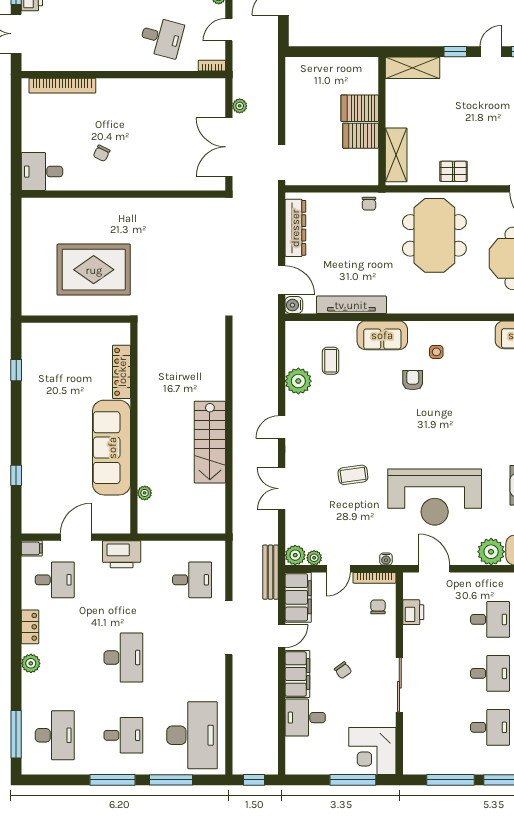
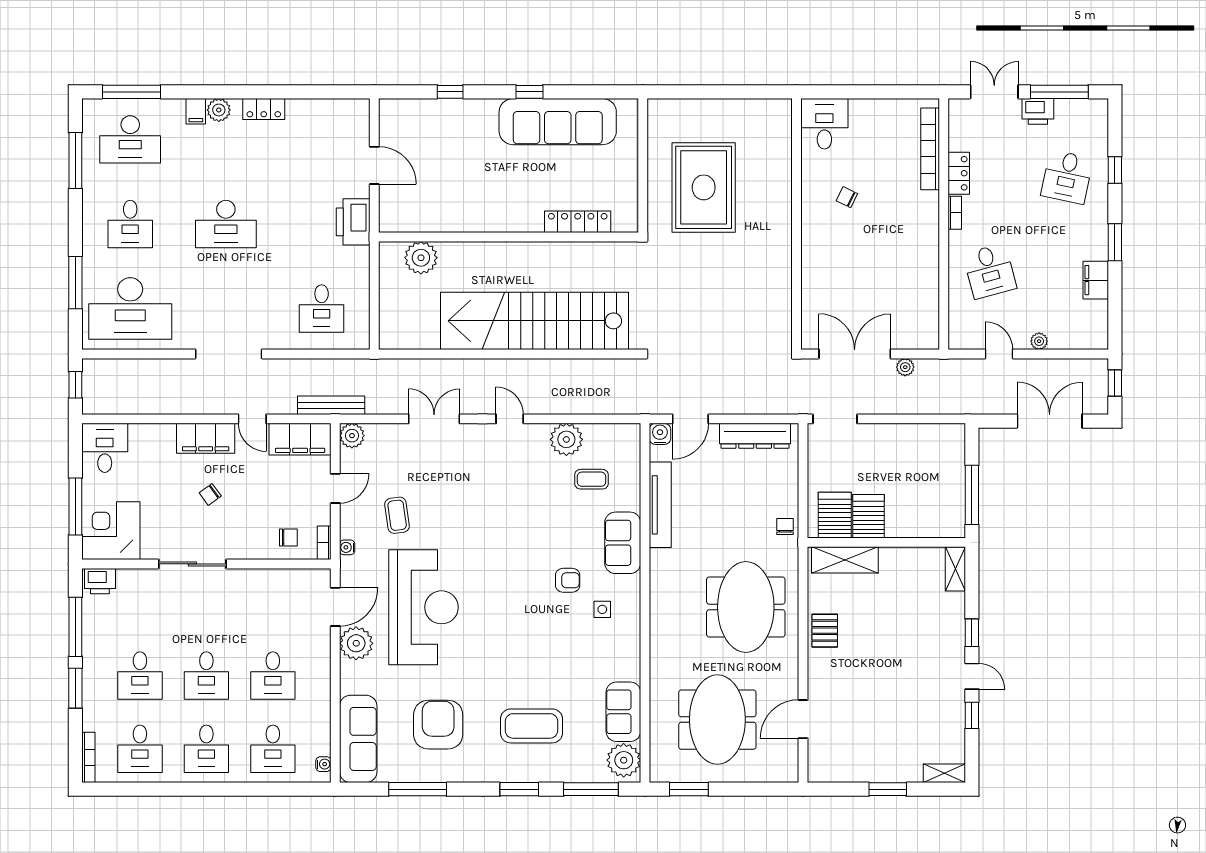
desk: (162, 37) -> (990, 271), turned -30
window: (343, 52) -> (972, 495), added
locker: (82, 62) -> (959, 173), added
bookcase: (212, 66) -> (955, 213), moved
shelving: (413, 68) -> (955, 569), width x0.67, depth x0.75
server rack: (360, 108) -> (835, 515), moved
chair: (369, 204) -> (785, 526), turned 90
meeting table: (434, 235) -> (746, 607), turned 90
window: (16, 370) -> (529, 92), moved
stairs: (210, 442) -> (535, 321), width x1.86, depth x1.51
sofa: (112, 448) -> (558, 122), moved, turned 180
coffee table: (353, 475) -> (397, 515), moved
plant: (145, 493) -> (421, 258), width x1.87, depth x1.87
reception desk: (435, 497) -> (423, 607), turned 180
filing cabinet: (32, 548) -> (196, 111), moved
plant: (491, 552) -> (356, 643), moved
plant: (314, 558) -> (349, 459), removed
door: (338, 569) -> (335, 488), swing flipped
bookcase: (375, 578) -> (324, 543), width x0.64
desk: (55, 580) -> (322, 139), removed
printer: (413, 612) -> (100, 581), moved
doorway: (229, 628) -> (229, 354), moved
desk: (305, 718) -> (105, 448), moved
window: (113, 780) -> (75, 161), moved

